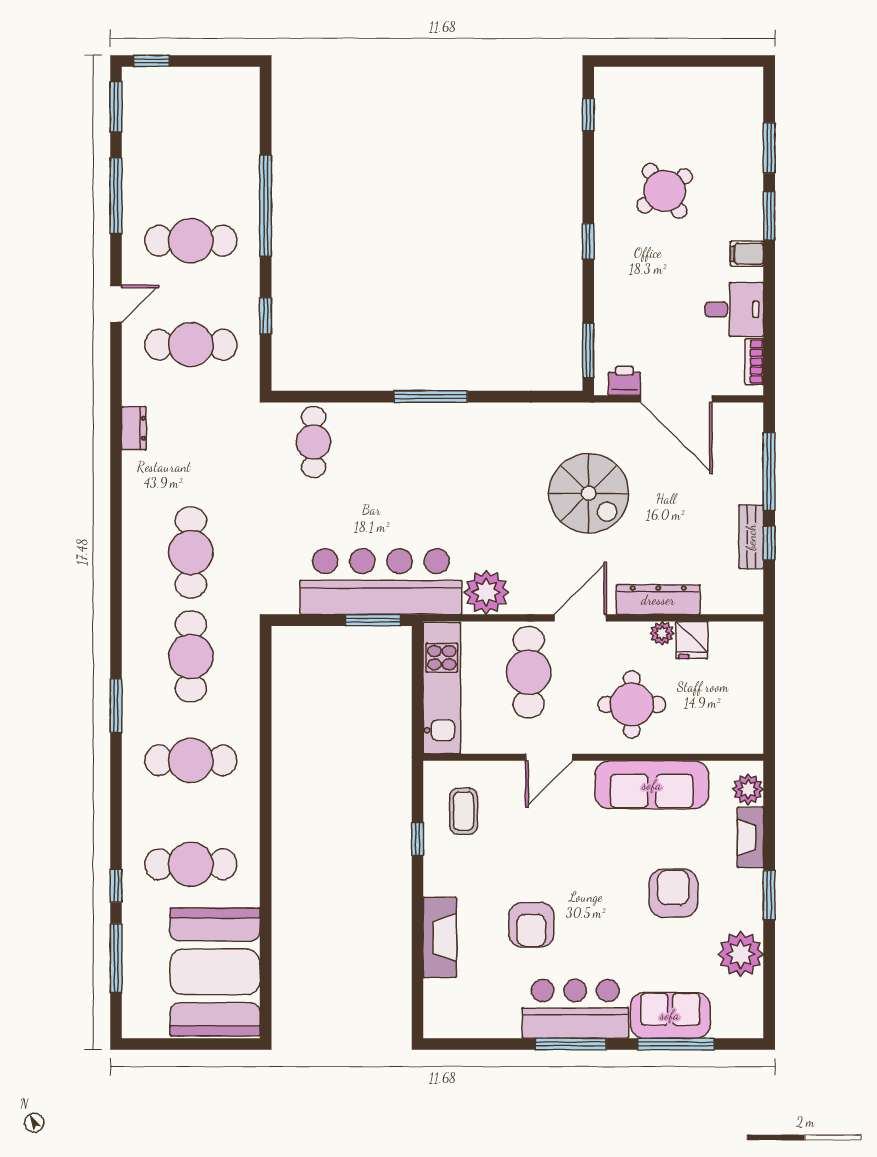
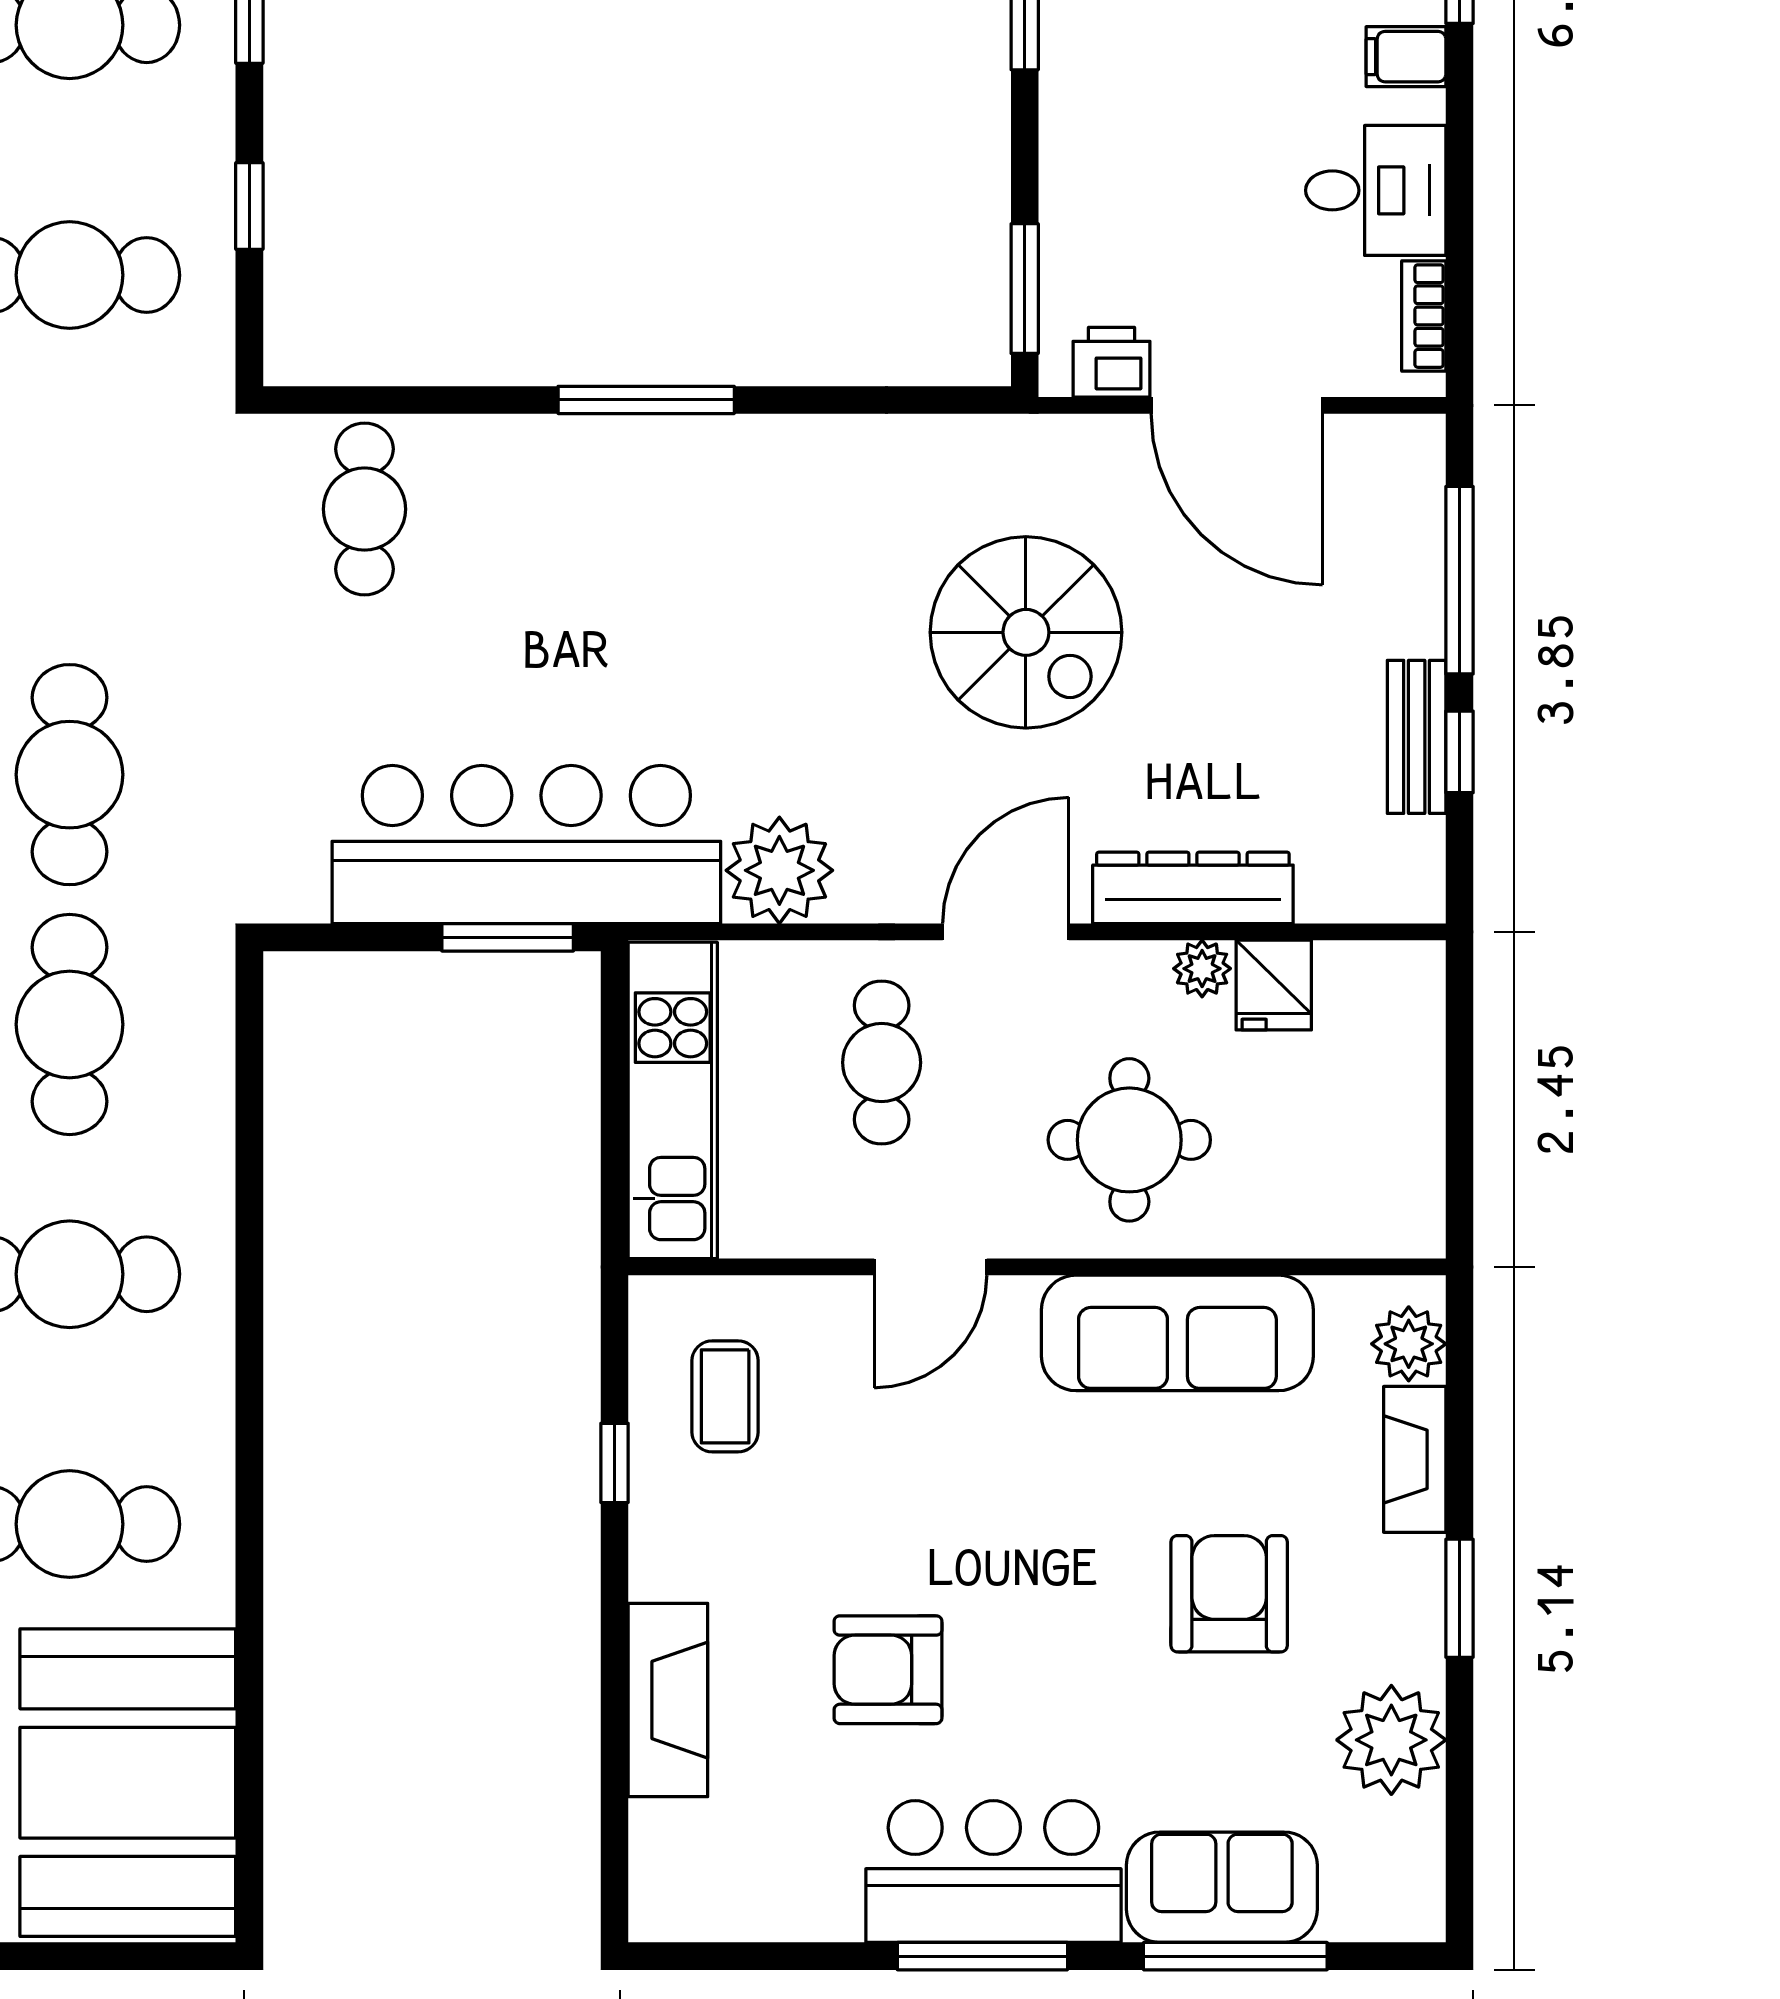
cafe table: (529, 672) -> (882, 1063), width x0.73, depth x0.74
armchair: (531, 925) -> (888, 1670), turned 90

